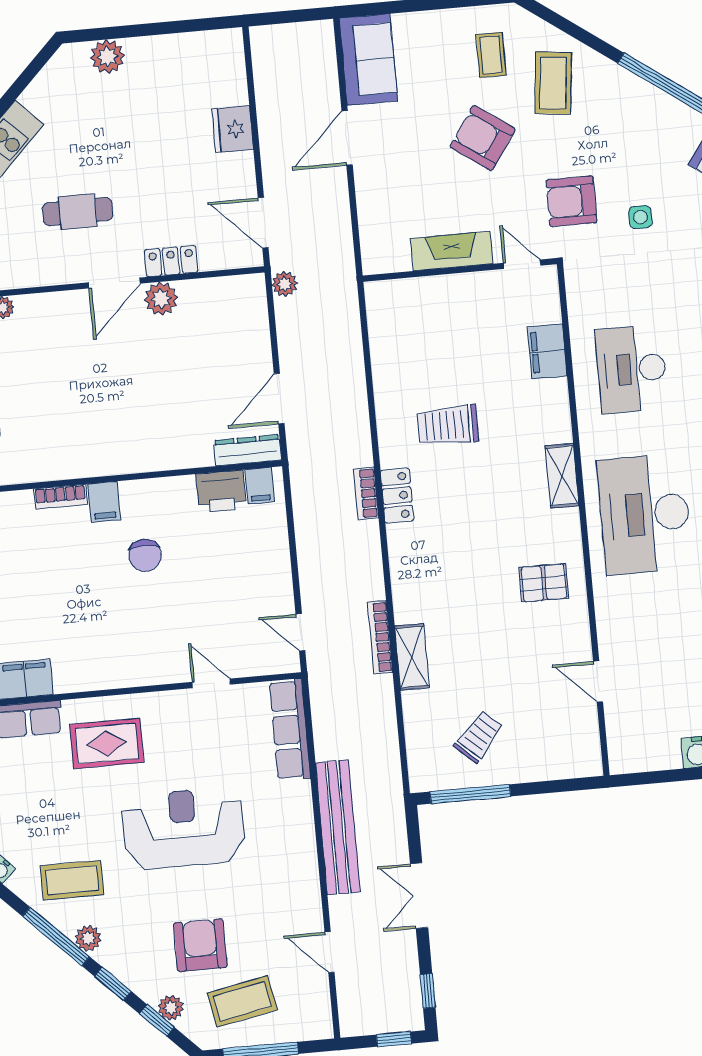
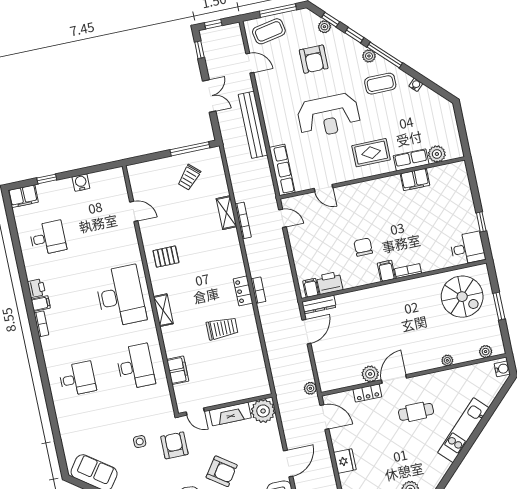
armchair: (571, 201) -> (174, 445), turned -90
plant: (385, 249) -> (263, 411), added
coffee table: (242, 1001) -> (269, 31), moved

